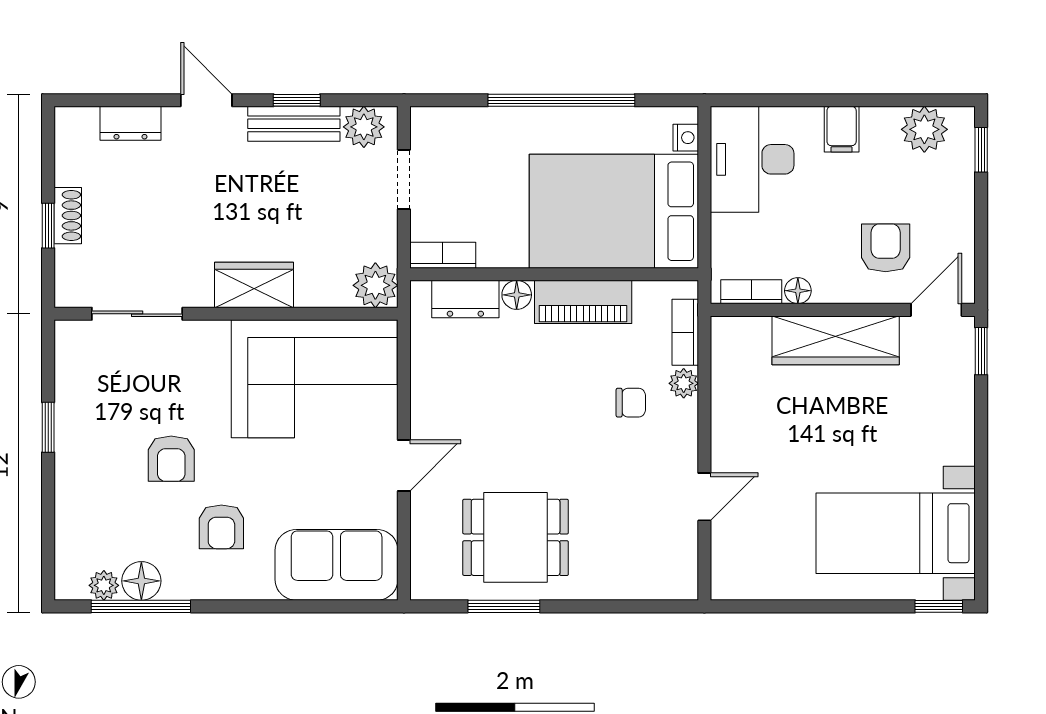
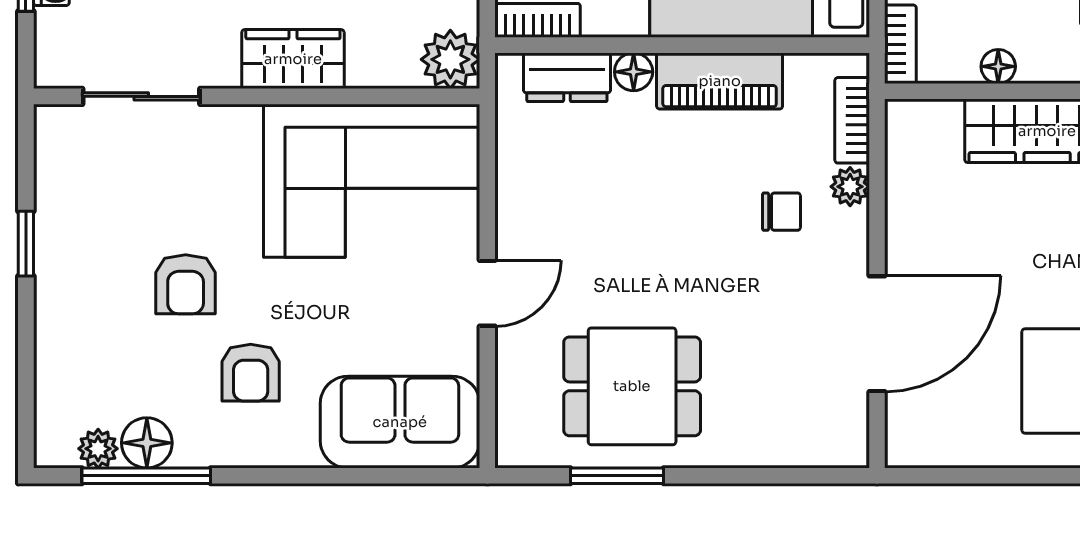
bookcase: (751, 292) -> (900, 44), moved, turned 90
door: (704, 497) -> (877, 334), width x1.87

